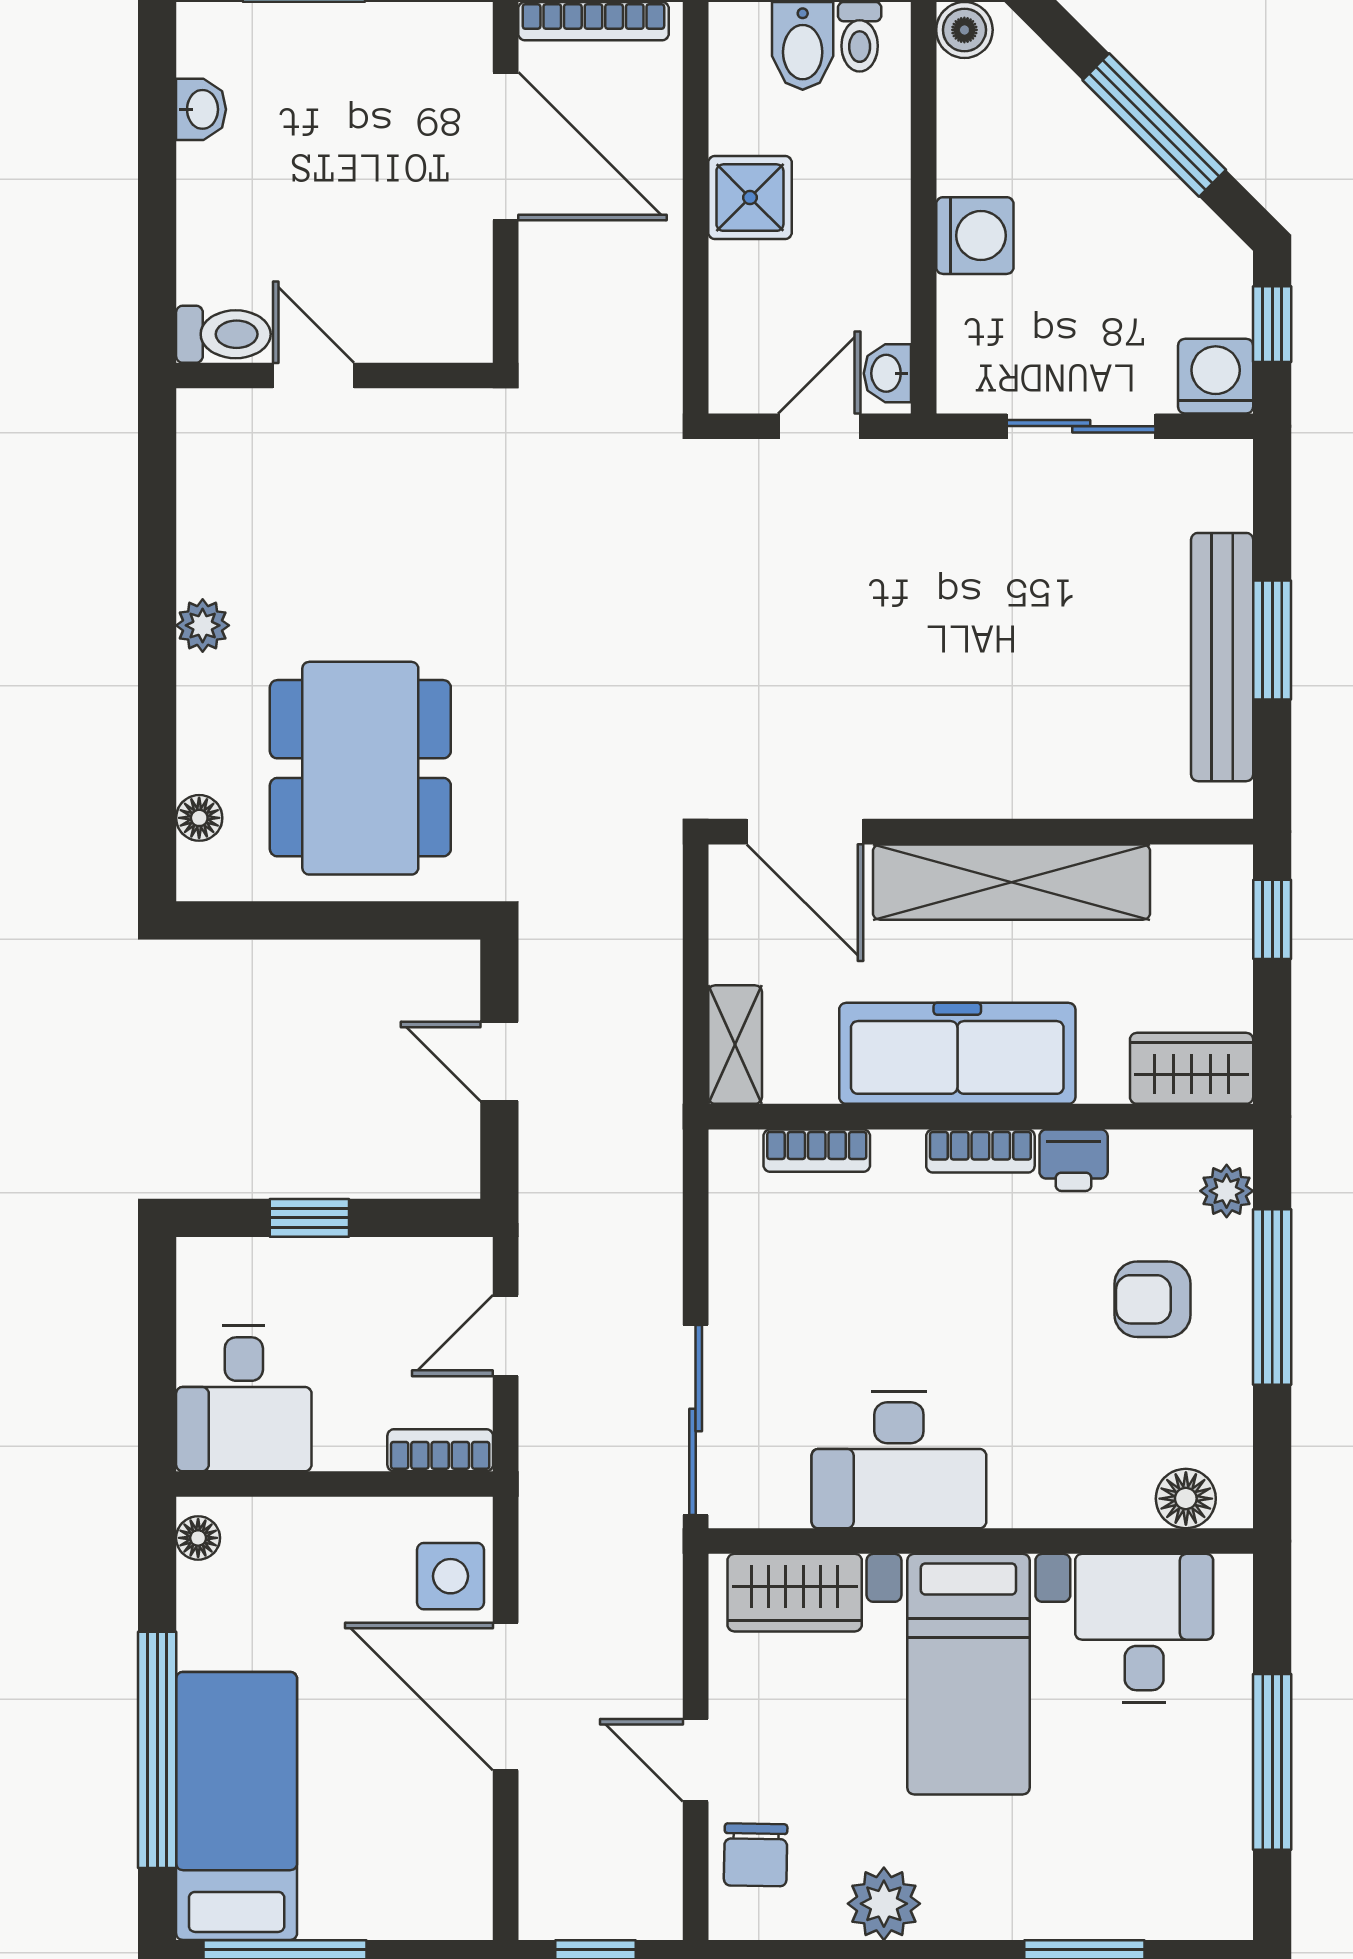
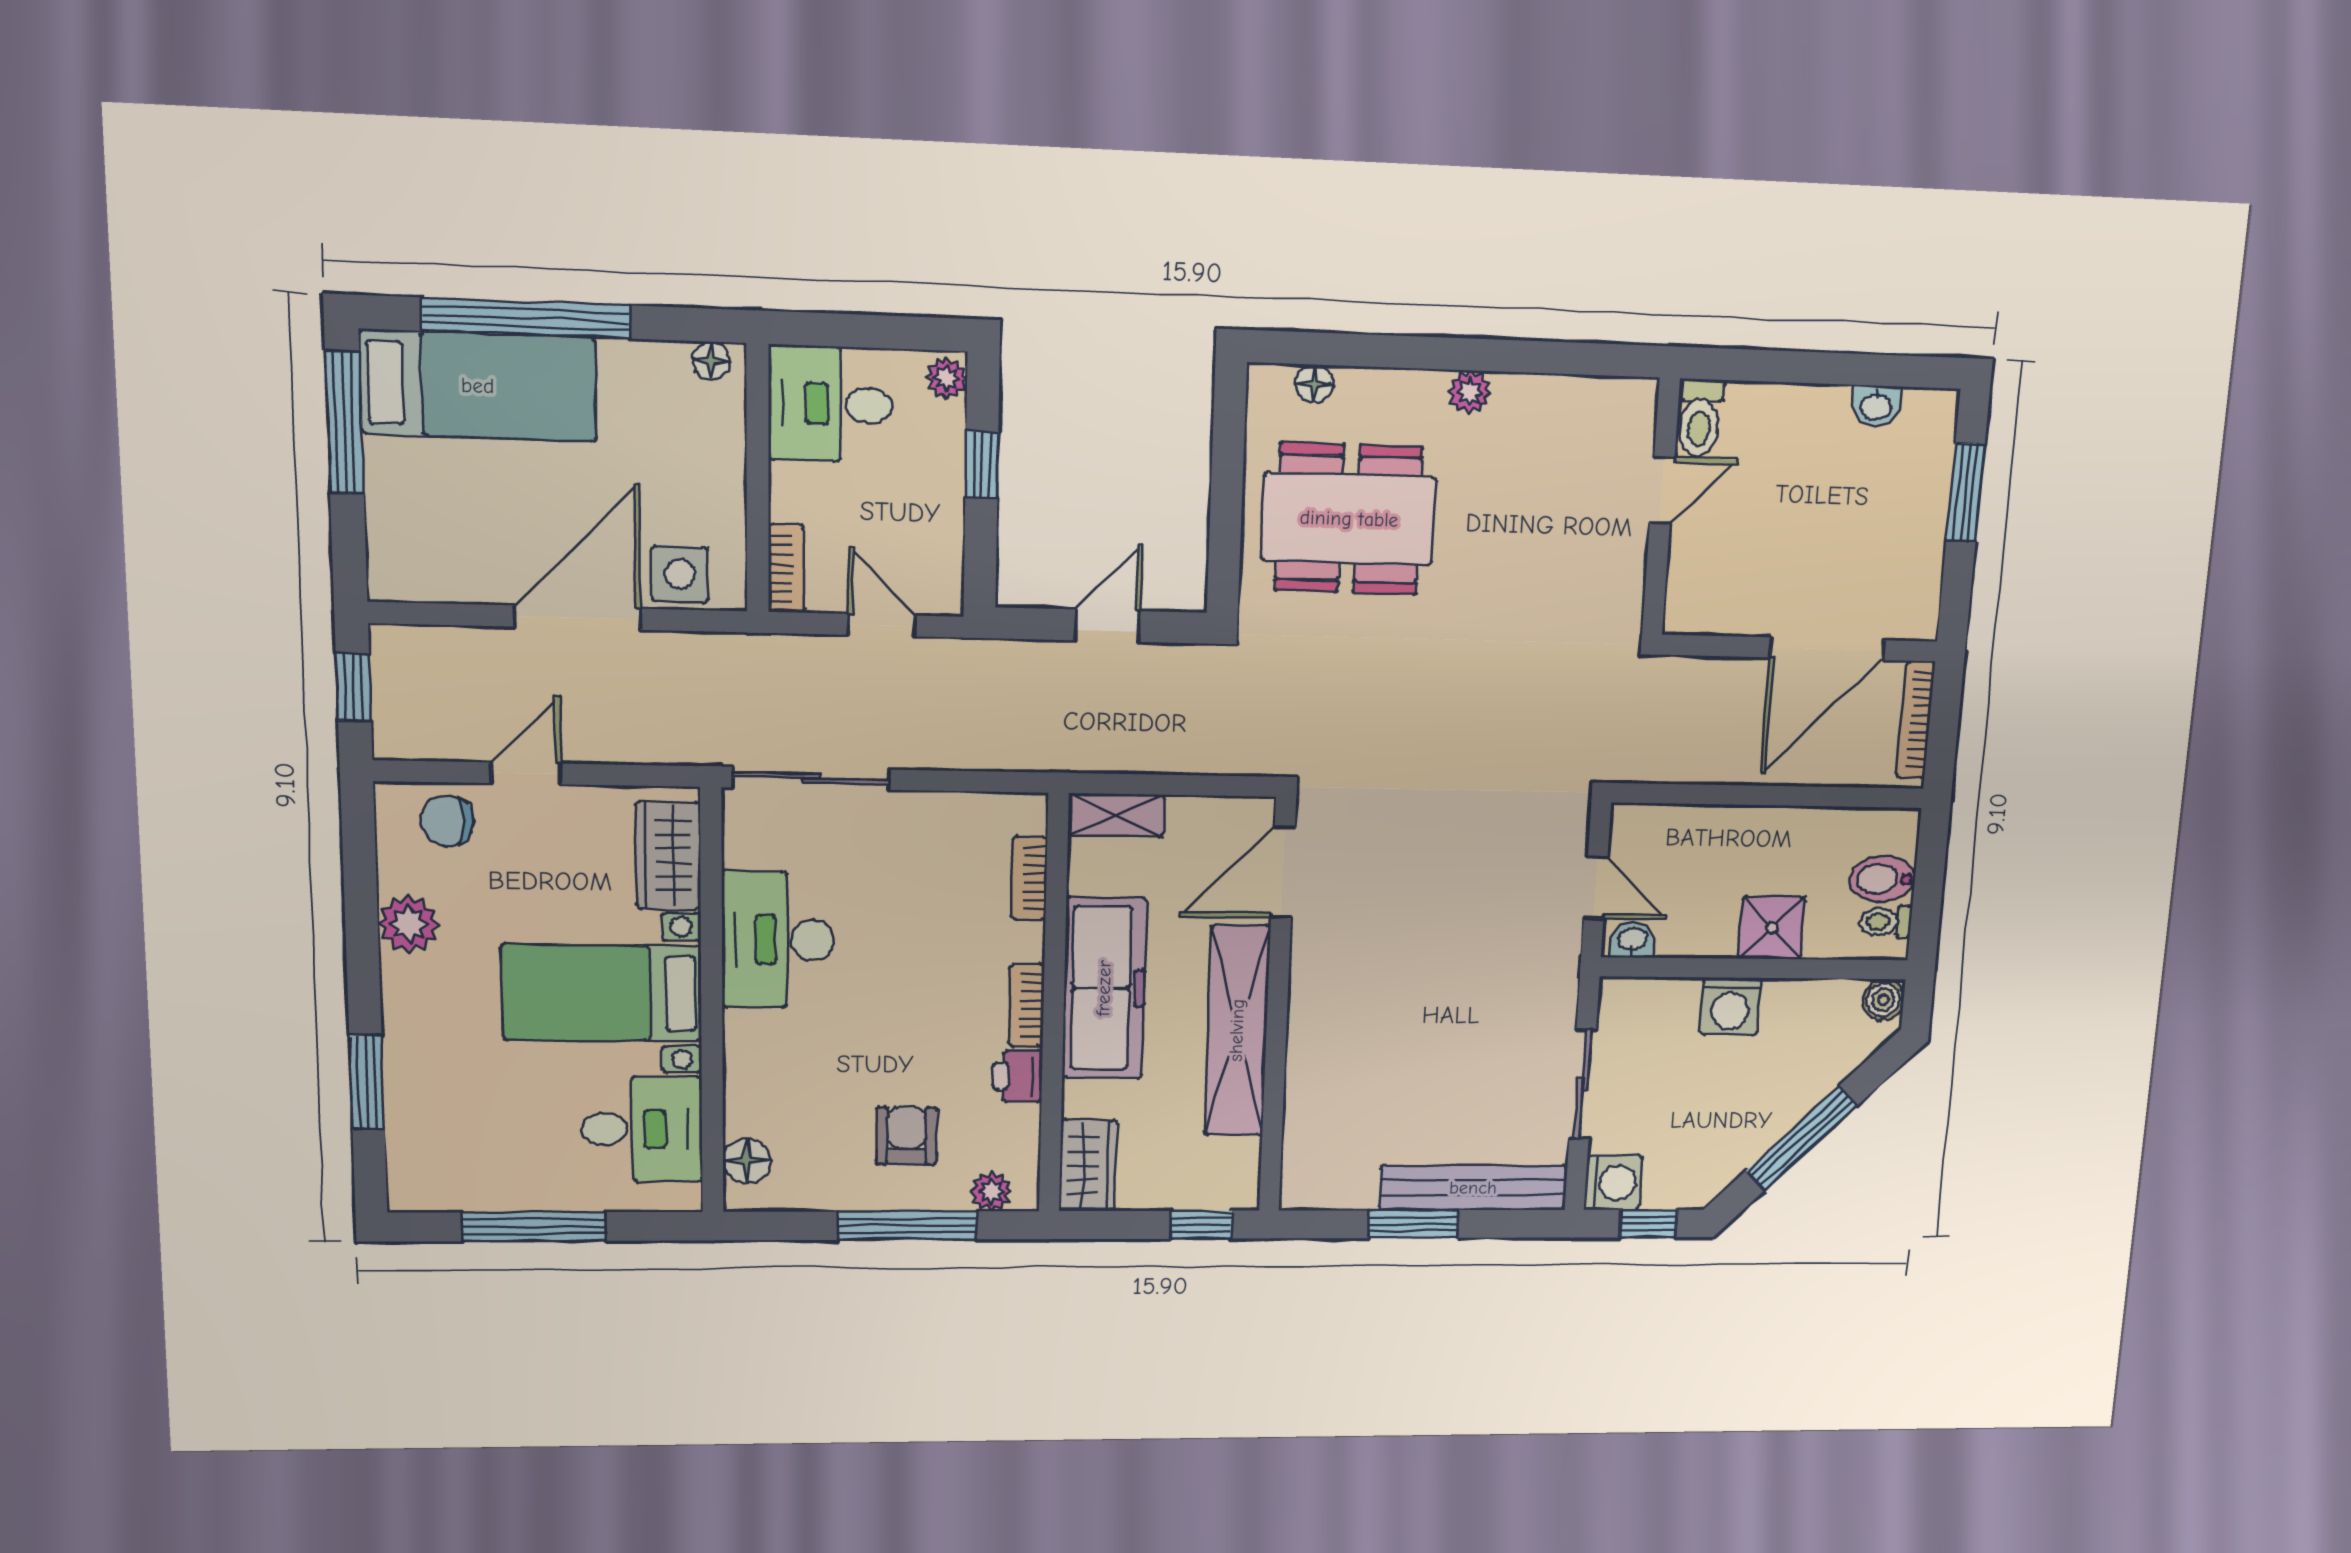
shower: (750, 198) -> (1772, 928), moved
bench: (1222, 657) -> (1473, 1188), moved
plant: (209, 1261) -> (947, 378), added

